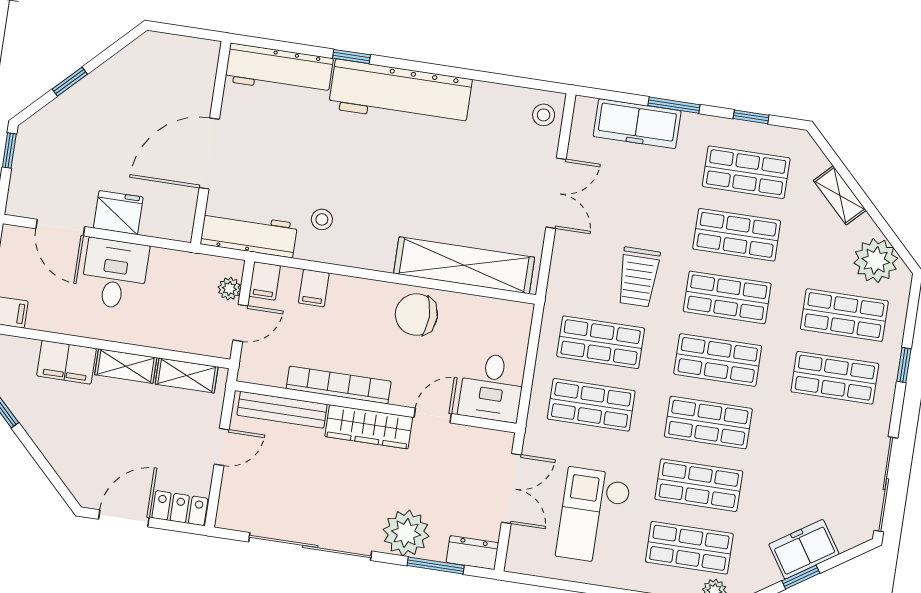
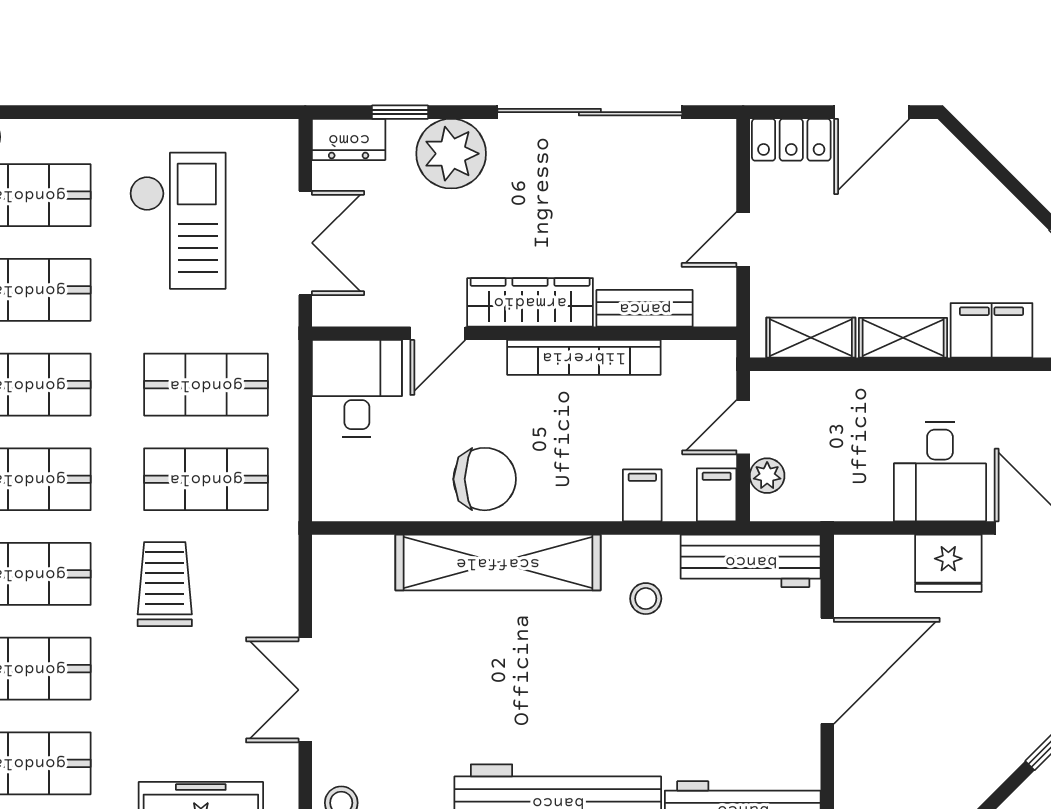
shelving: (464, 265) -> (498, 563), moved
bench: (282, 410) -> (645, 308), width x0.73
double door: (511, 488) -> (305, 243), swing flipped
window: (436, 566) -> (400, 112), width x0.67

